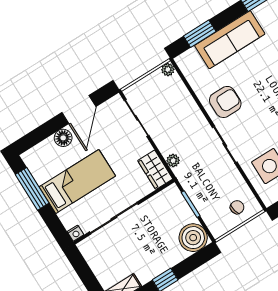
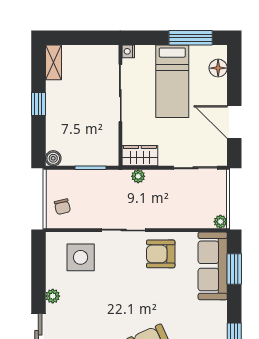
sofa: (230, 40) -> (213, 266), moved
armchair: (225, 102) -> (161, 254), turned 90
floor lamp: (63, 138) -> (218, 68), moved
boiler: (193, 238) -> (53, 158), width x0.54, depth x0.54

